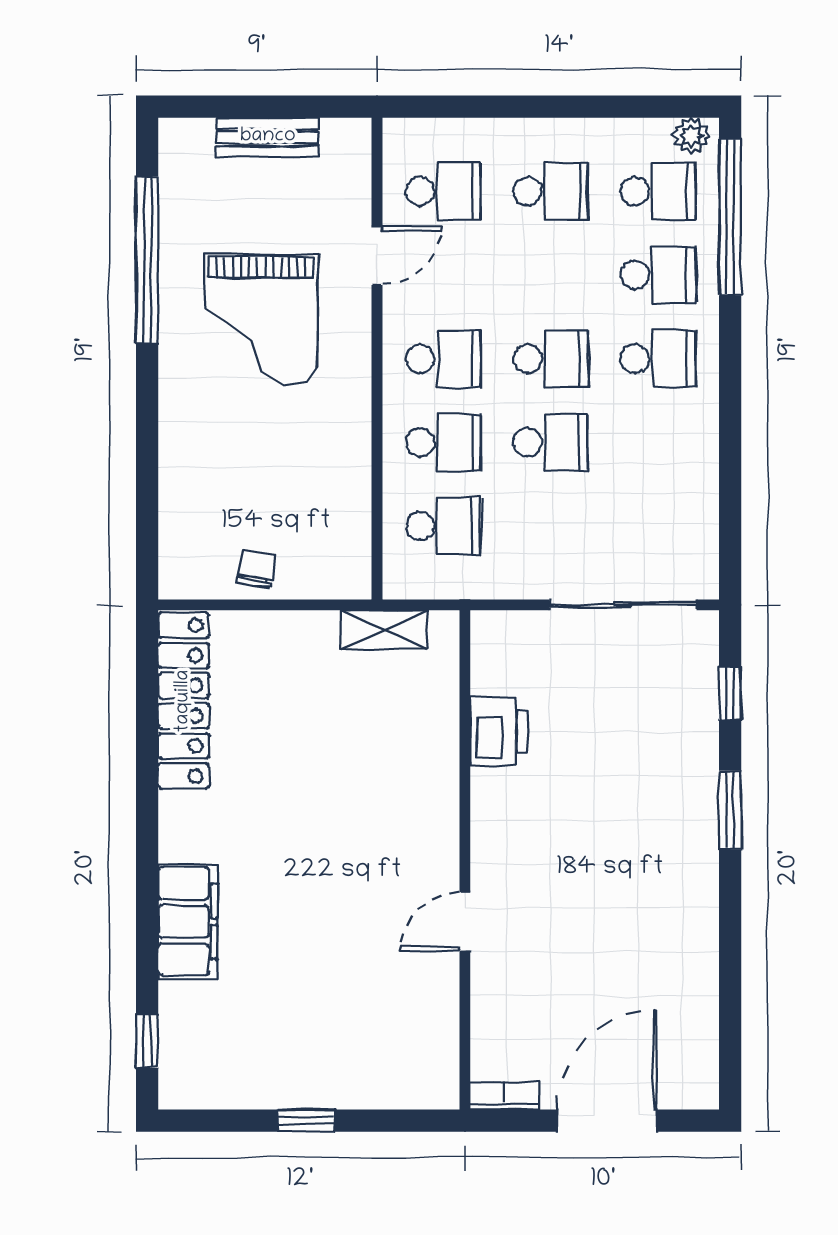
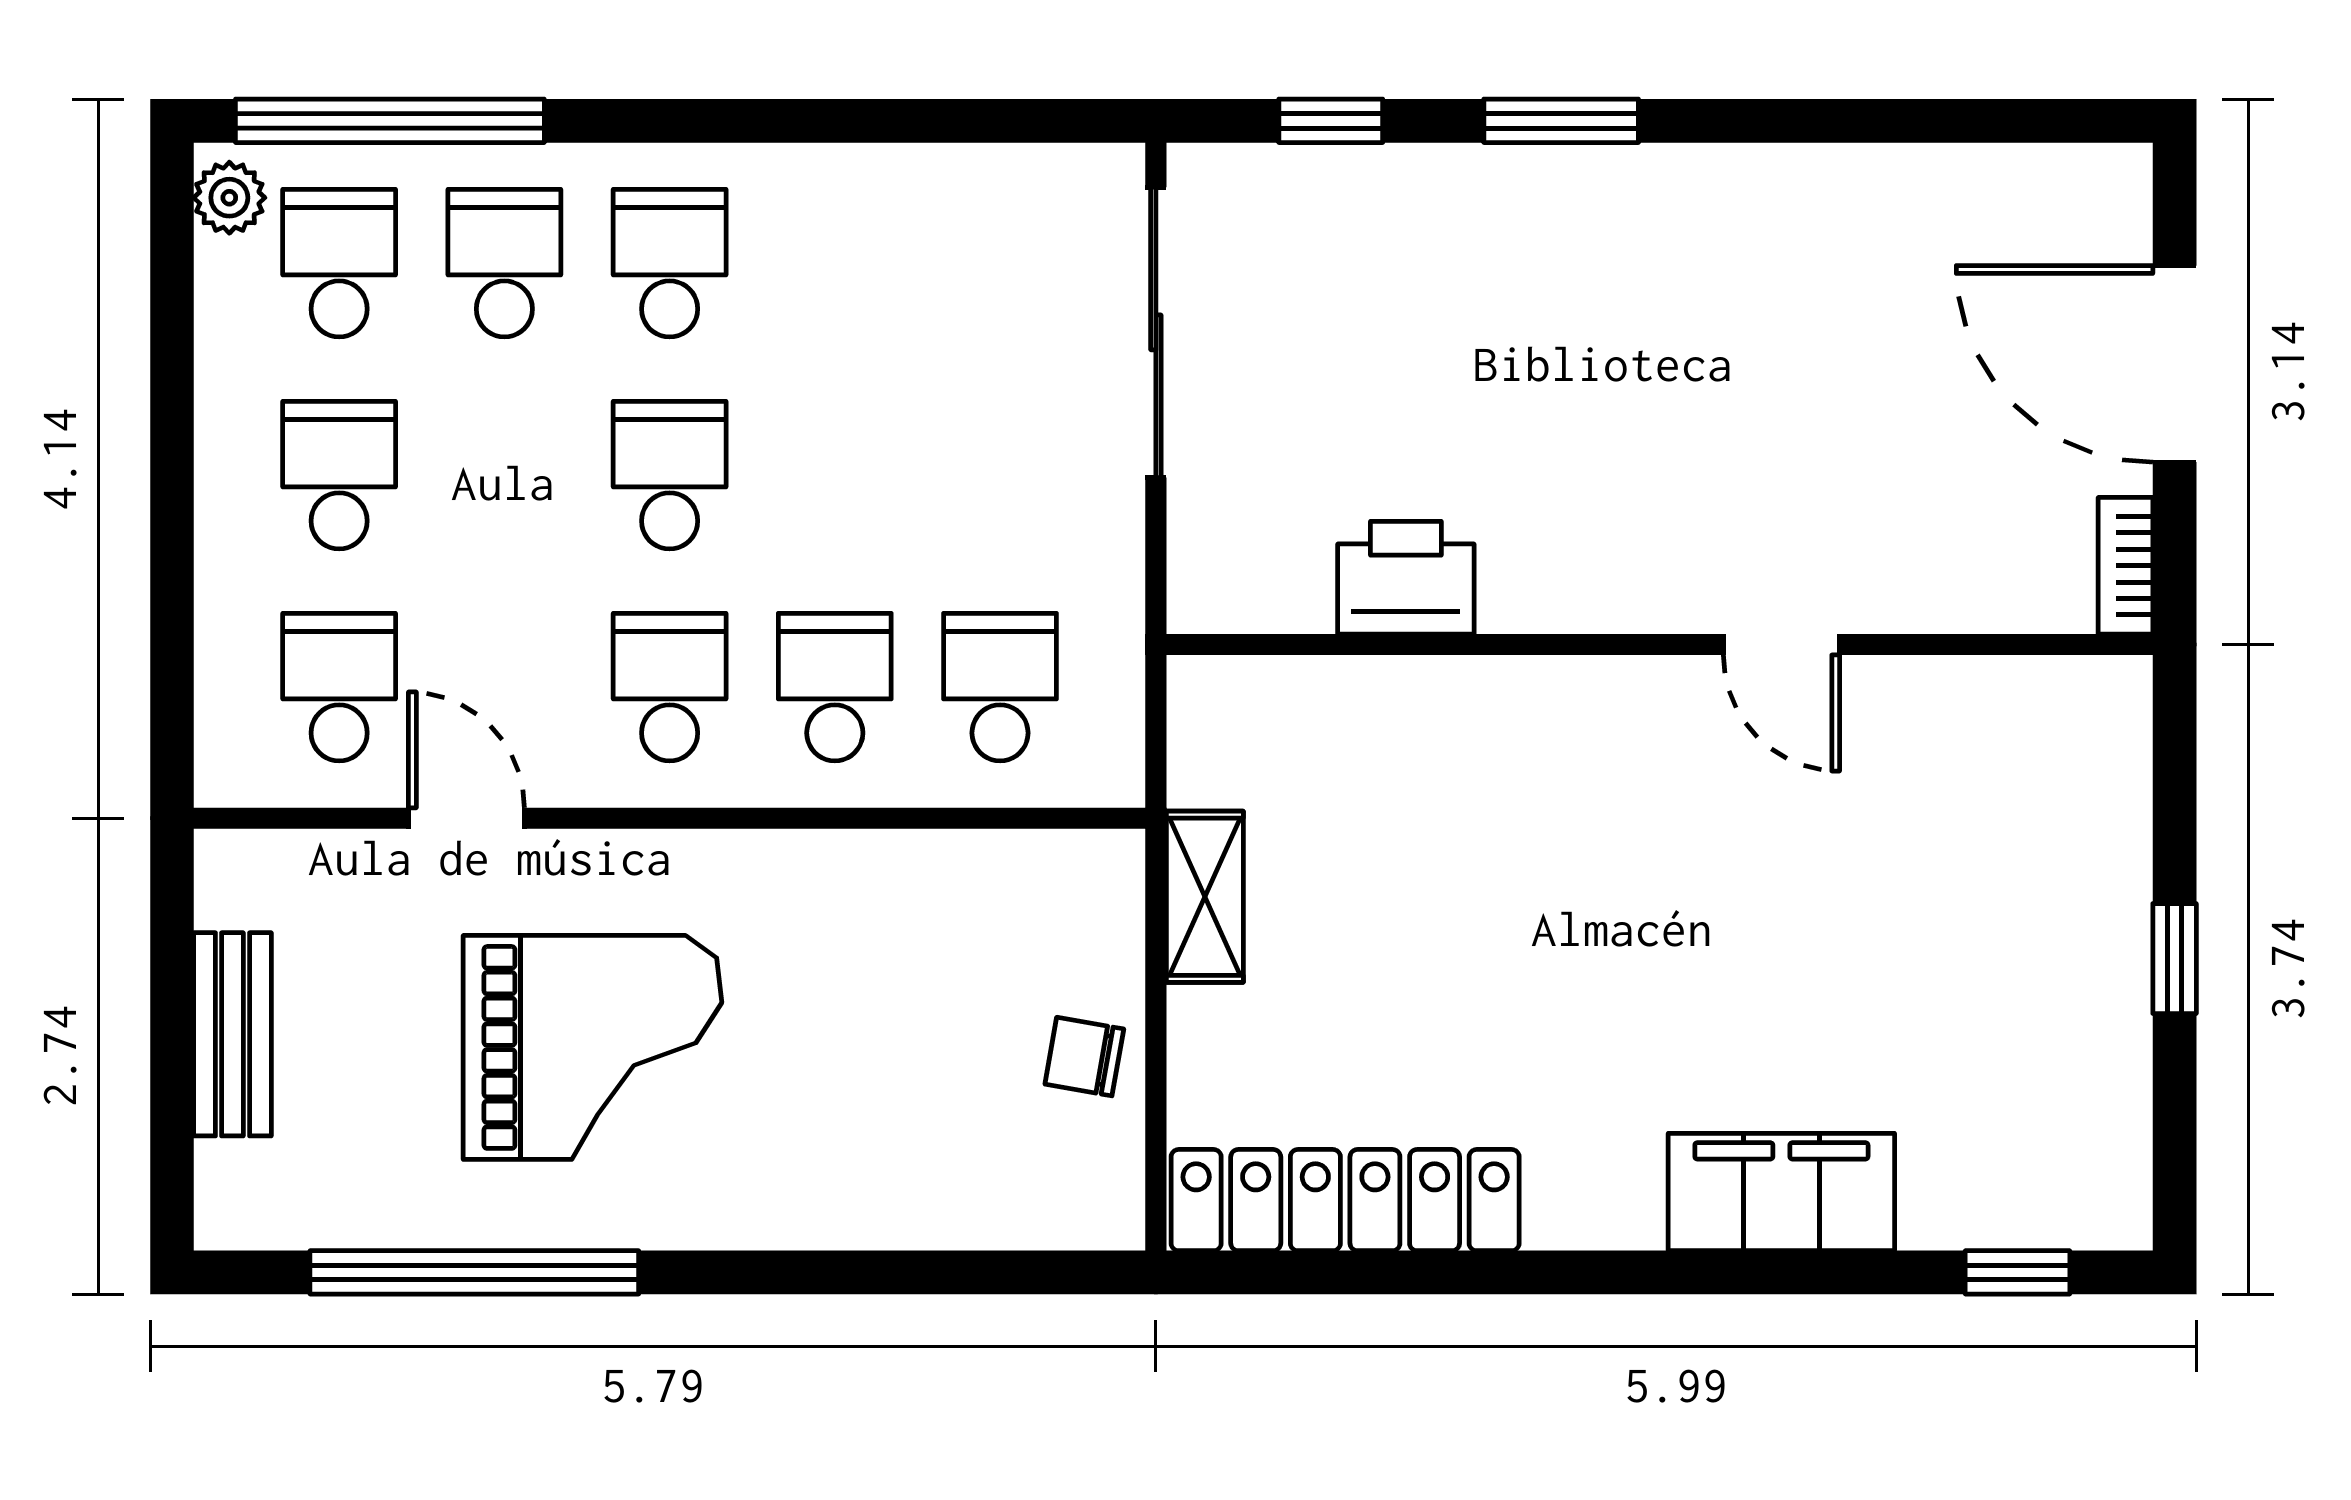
school desk: (551, 442) -> (835, 475), removed
shelving: (384, 630) -> (1205, 897), moved

